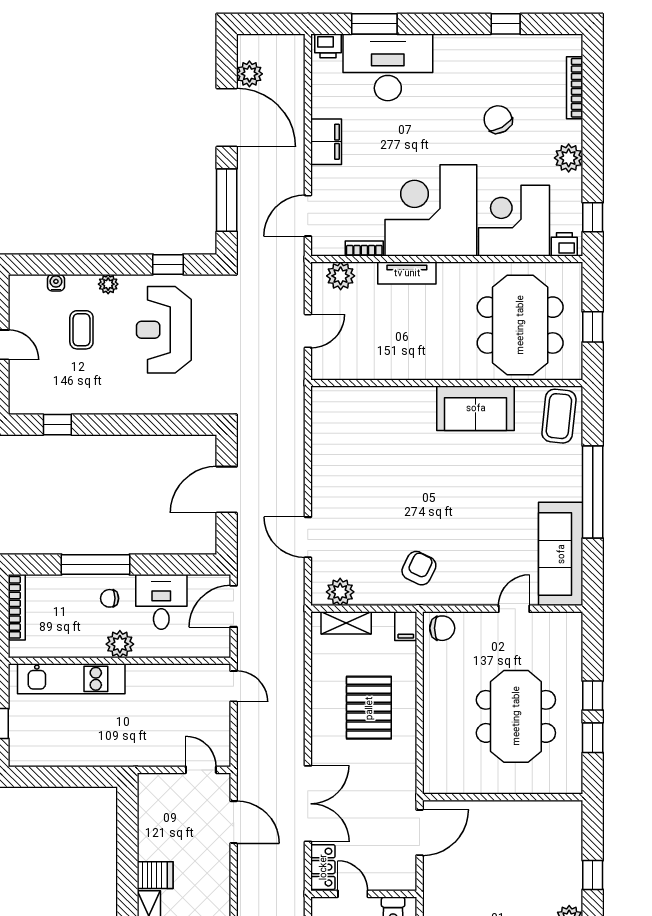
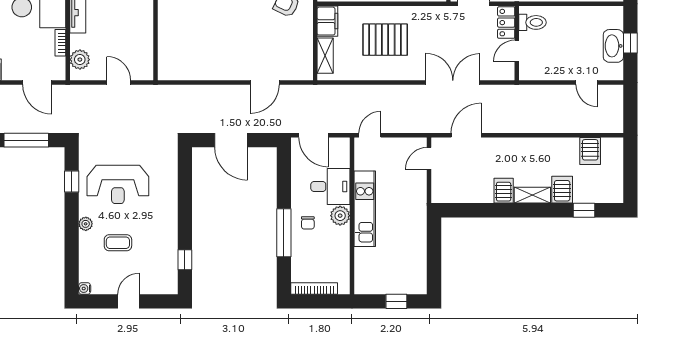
water cooler: (56, 283) -> (85, 288), moved
plant: (340, 592) -> (303, 60), removed
desk: (161, 602) -> (330, 186), moved, turned 180
filing cabinet: (406, 626) -> (327, 21), width x2.00
kitchen unit: (71, 679) -> (365, 209), moved
locker: (323, 867) -> (506, 23), moved, turned -90

